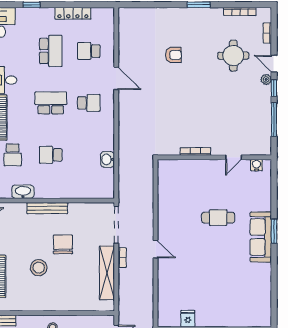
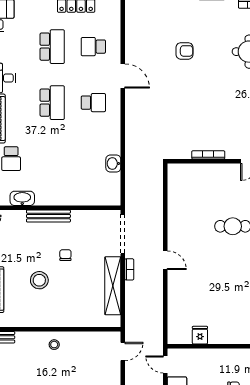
school desk: (51, 103) -> (52, 103), turned 90
school desk: (51, 155) -> (52, 159), removed
chair: (63, 244) -> (65, 255), width x0.54, depth x0.54

